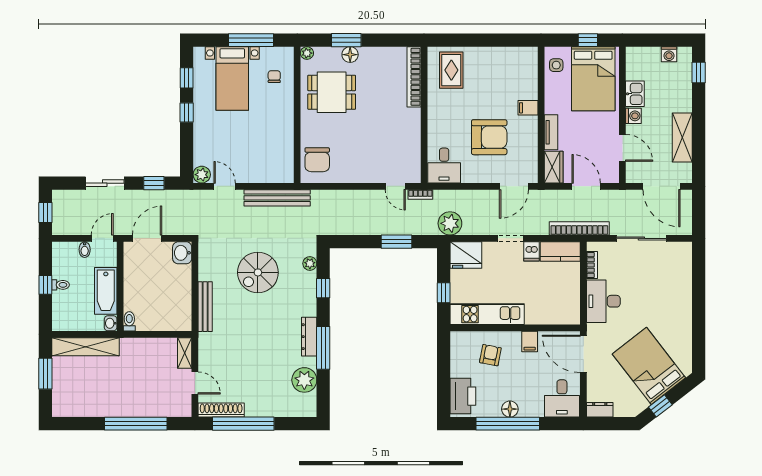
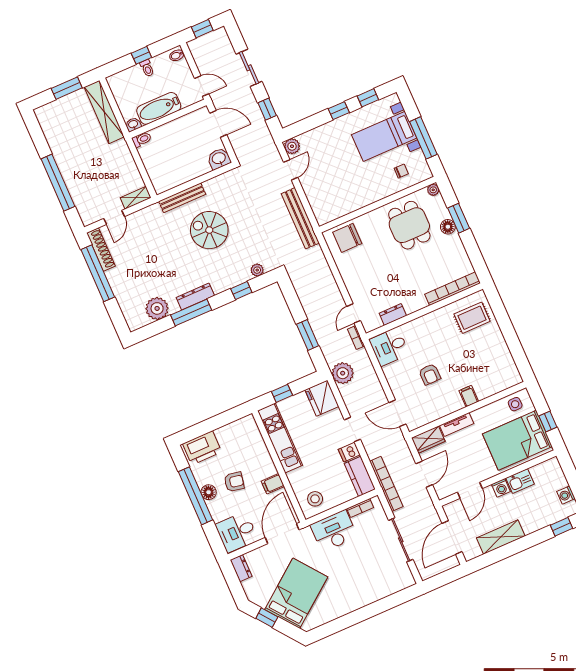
armchair: (489, 137) -> (430, 374), width x0.53, depth x0.53
dresser: (413, 148) -> (393, 314), added
bidet: (85, 250) -> (177, 55), moved
spiral stairs: (258, 272) -> (209, 230), moved
stool: (563, 306) -> (315, 499), added
armchair: (490, 355) -> (234, 482), moved

